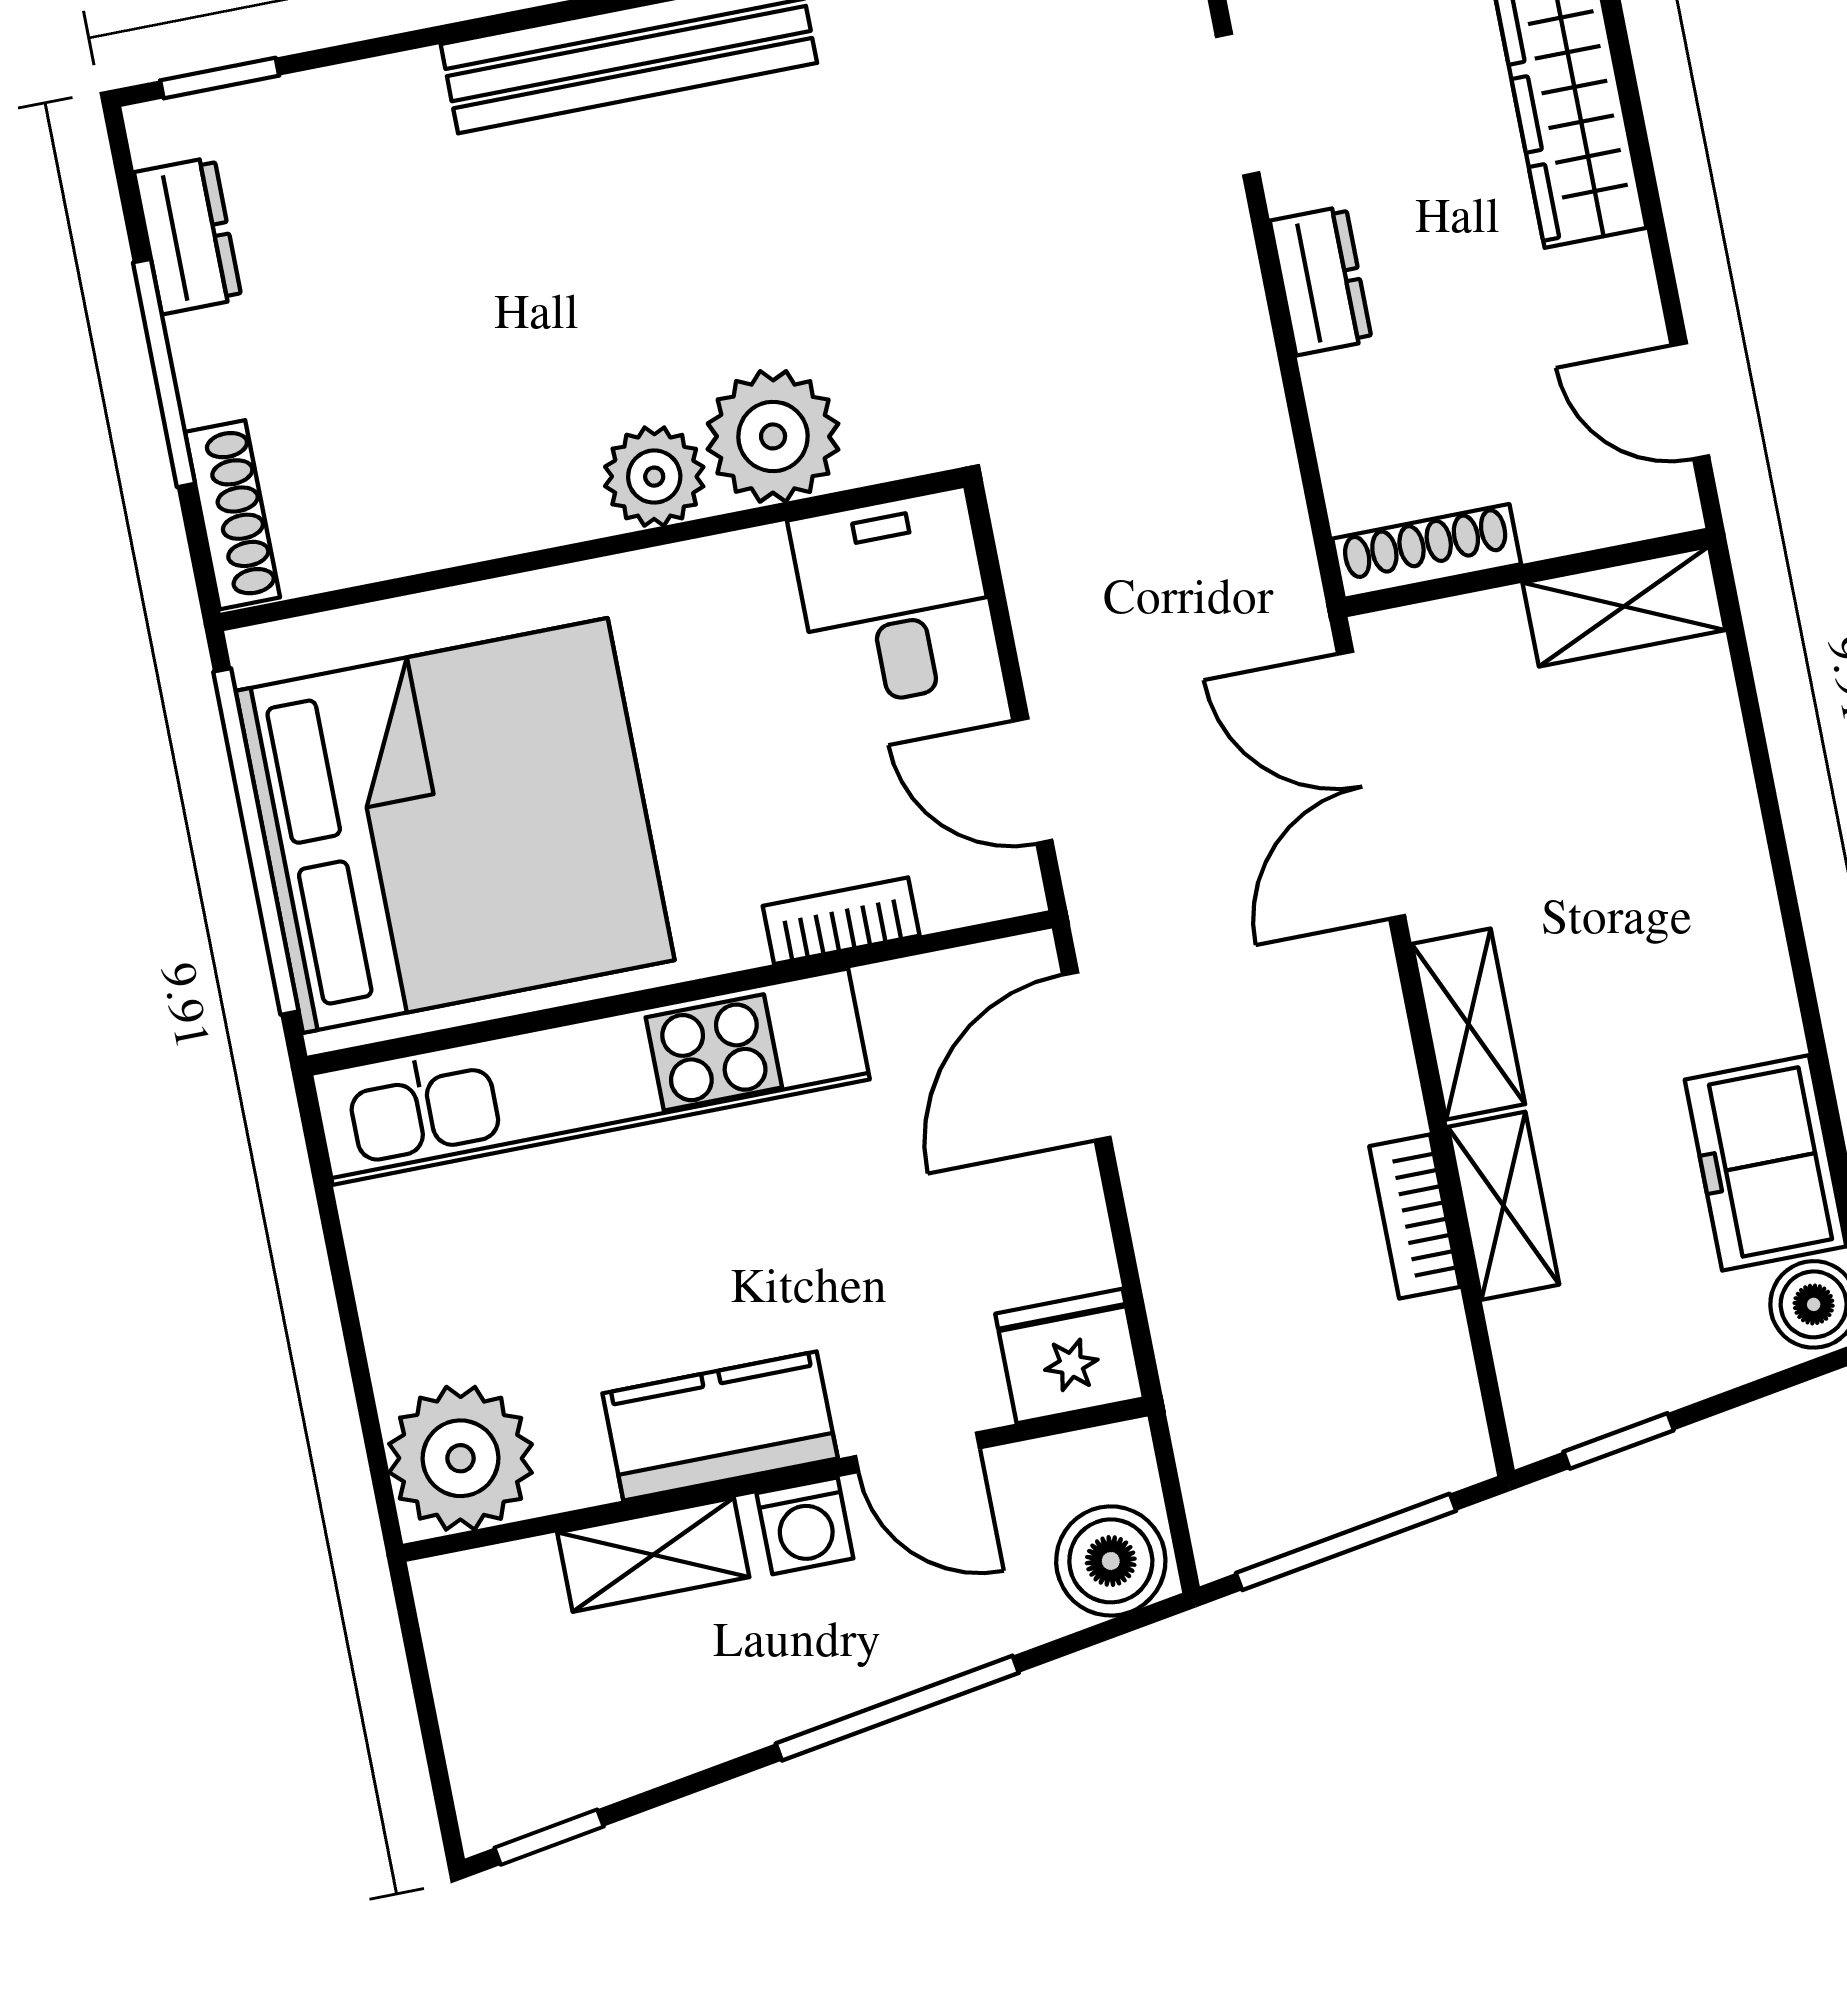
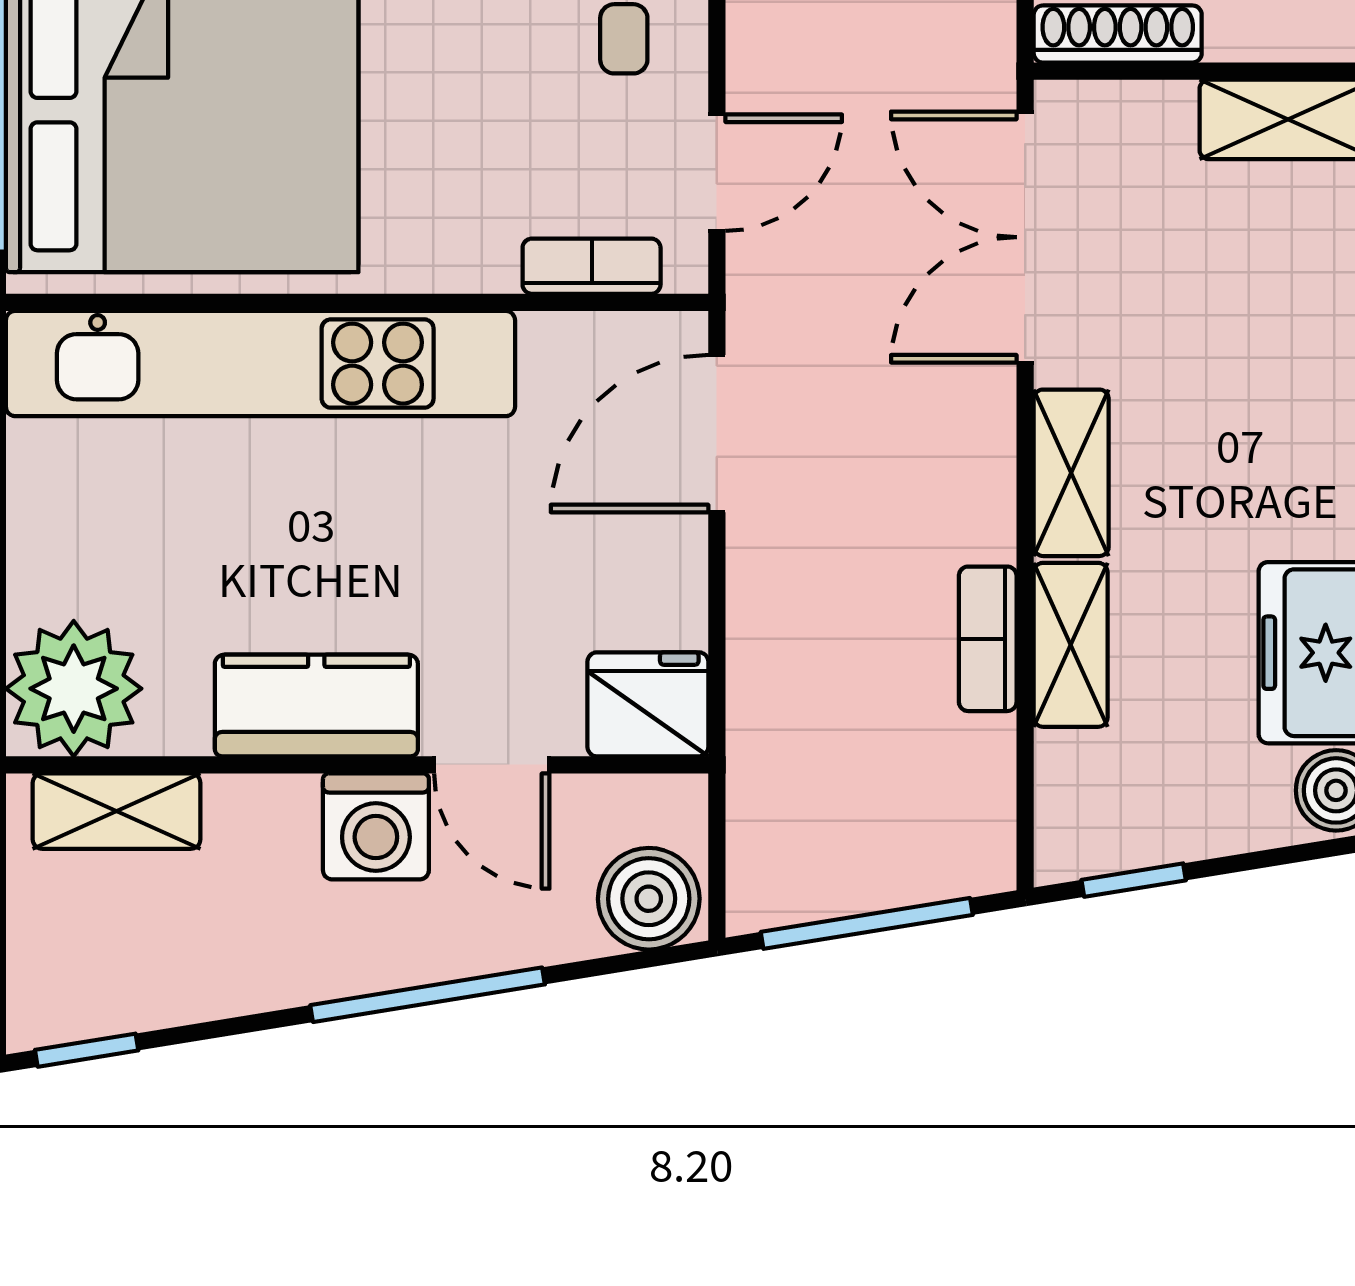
door: (1032, 781) -> (717, 173), swing flipped
bookcase: (841, 921) -> (592, 266), moved
washing machine: (805, 1526) -> (376, 826), width x1.38, depth x1.38
shelving: (653, 1555) -> (117, 811), moved

